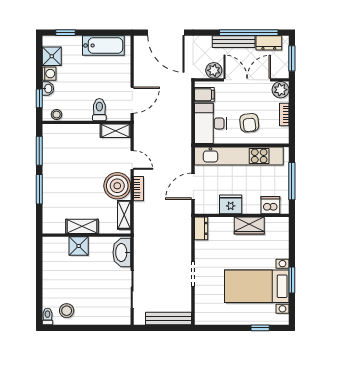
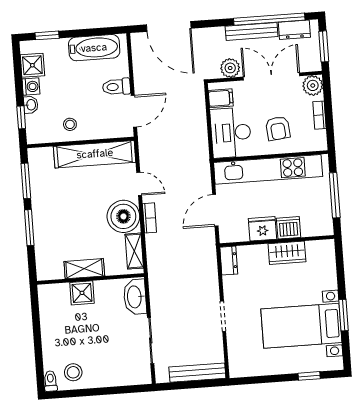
toilet: (99, 110) -> (116, 87), moved, turned -90
stool: (57, 114) -> (70, 124), moved
shelving: (115, 131) -> (95, 154), width x2.20, depth x1.33
dishwasher: (270, 205) -> (289, 228), moved

